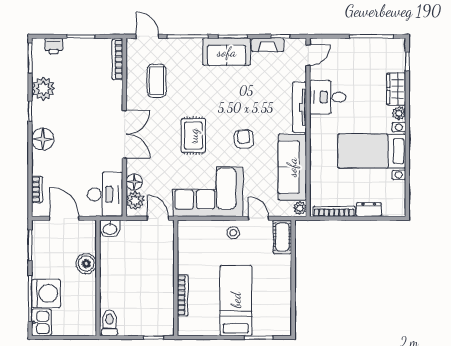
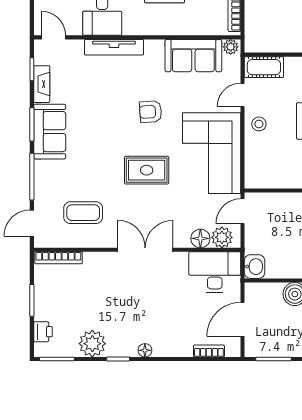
floor lamp: (43, 139) -> (145, 350), width x0.53, depth x0.53
sofa: (292, 167) -> (193, 56), width x0.73

